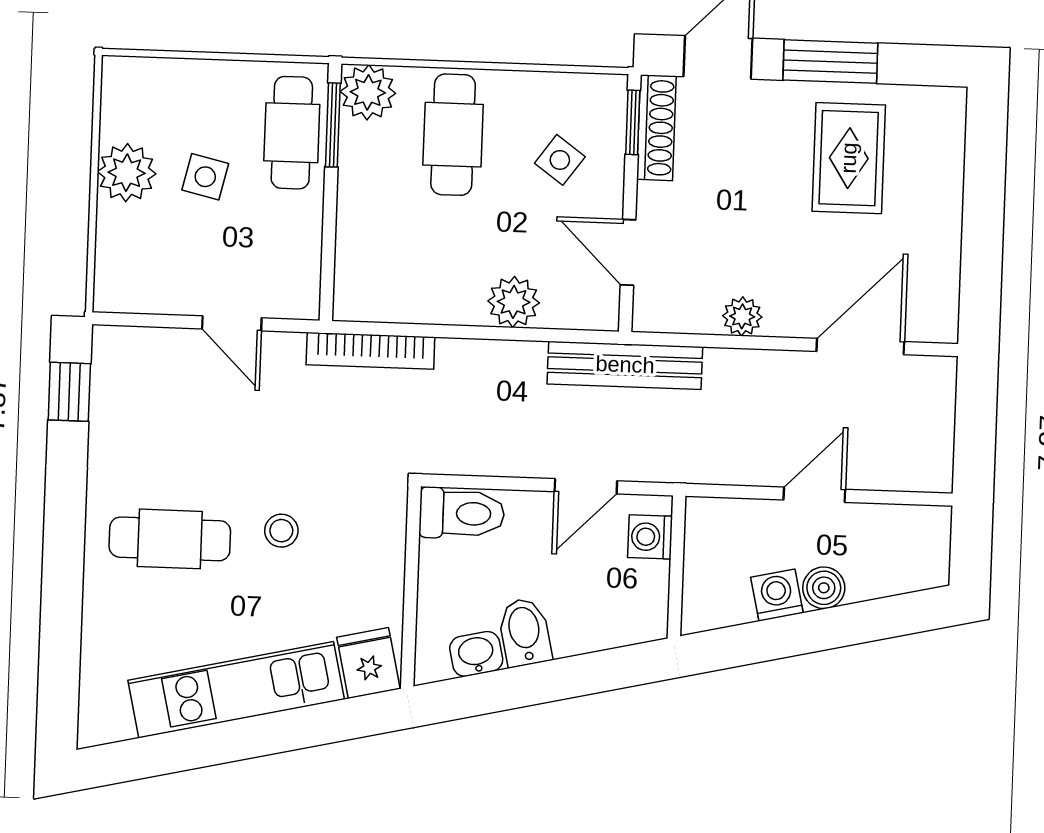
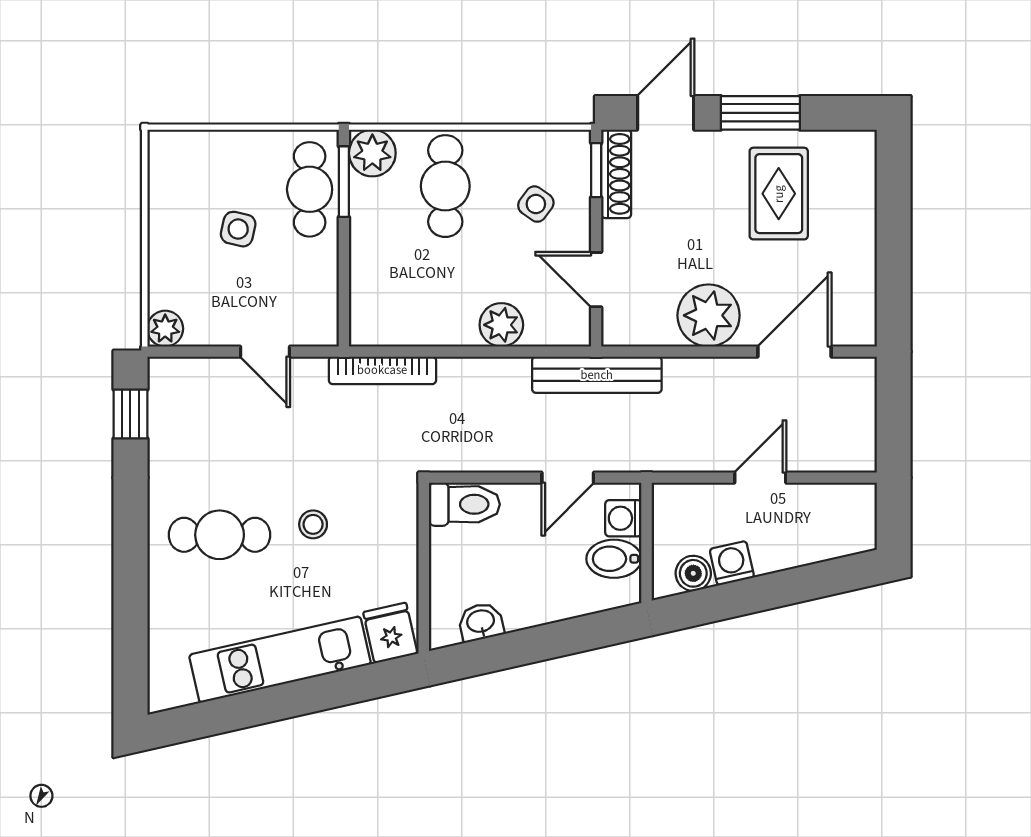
plant: (127, 173) -> (165, 329), moved, width x0.73, depth x0.73
plant: (742, 316) -> (709, 315), width x1.87, depth x1.87
boiler: (824, 588) -> (693, 573), moved
bidet: (525, 632) -> (614, 559), moved, turned -77

